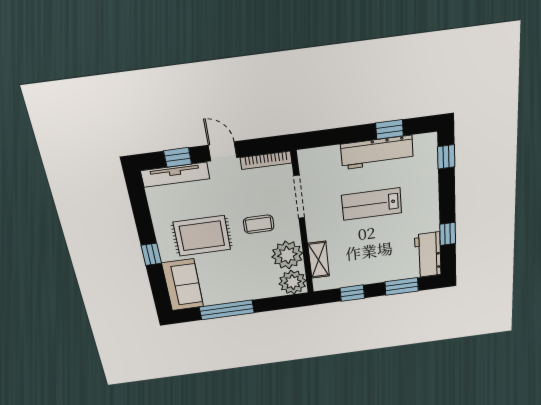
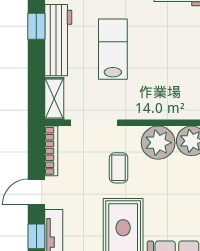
lab bench: (372, 204) -> (113, 49), turned 180
shelving: (319, 260) -> (54, 99), moved, turned 90

